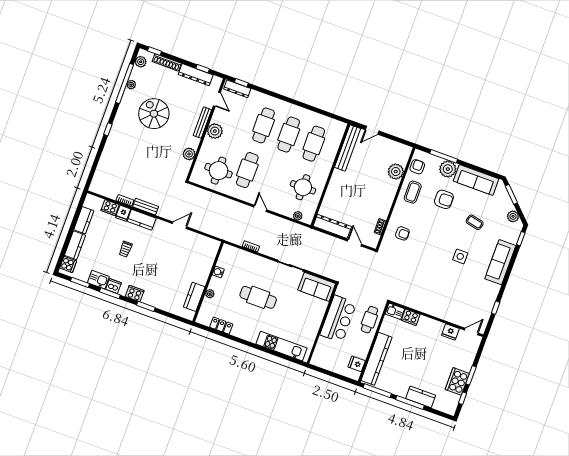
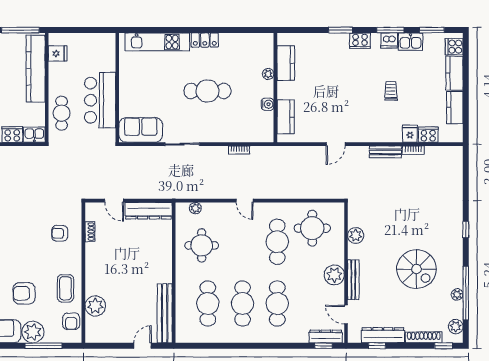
kitchen counter: (142, 220) -> (286, 117), moved, turned 90
locker: (221, 326) -> (205, 40), moved

